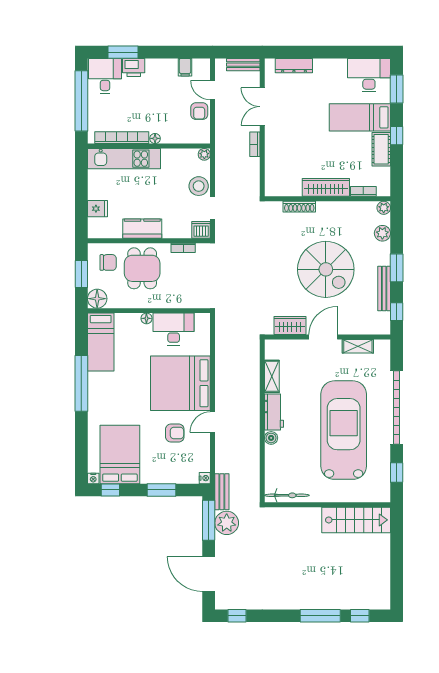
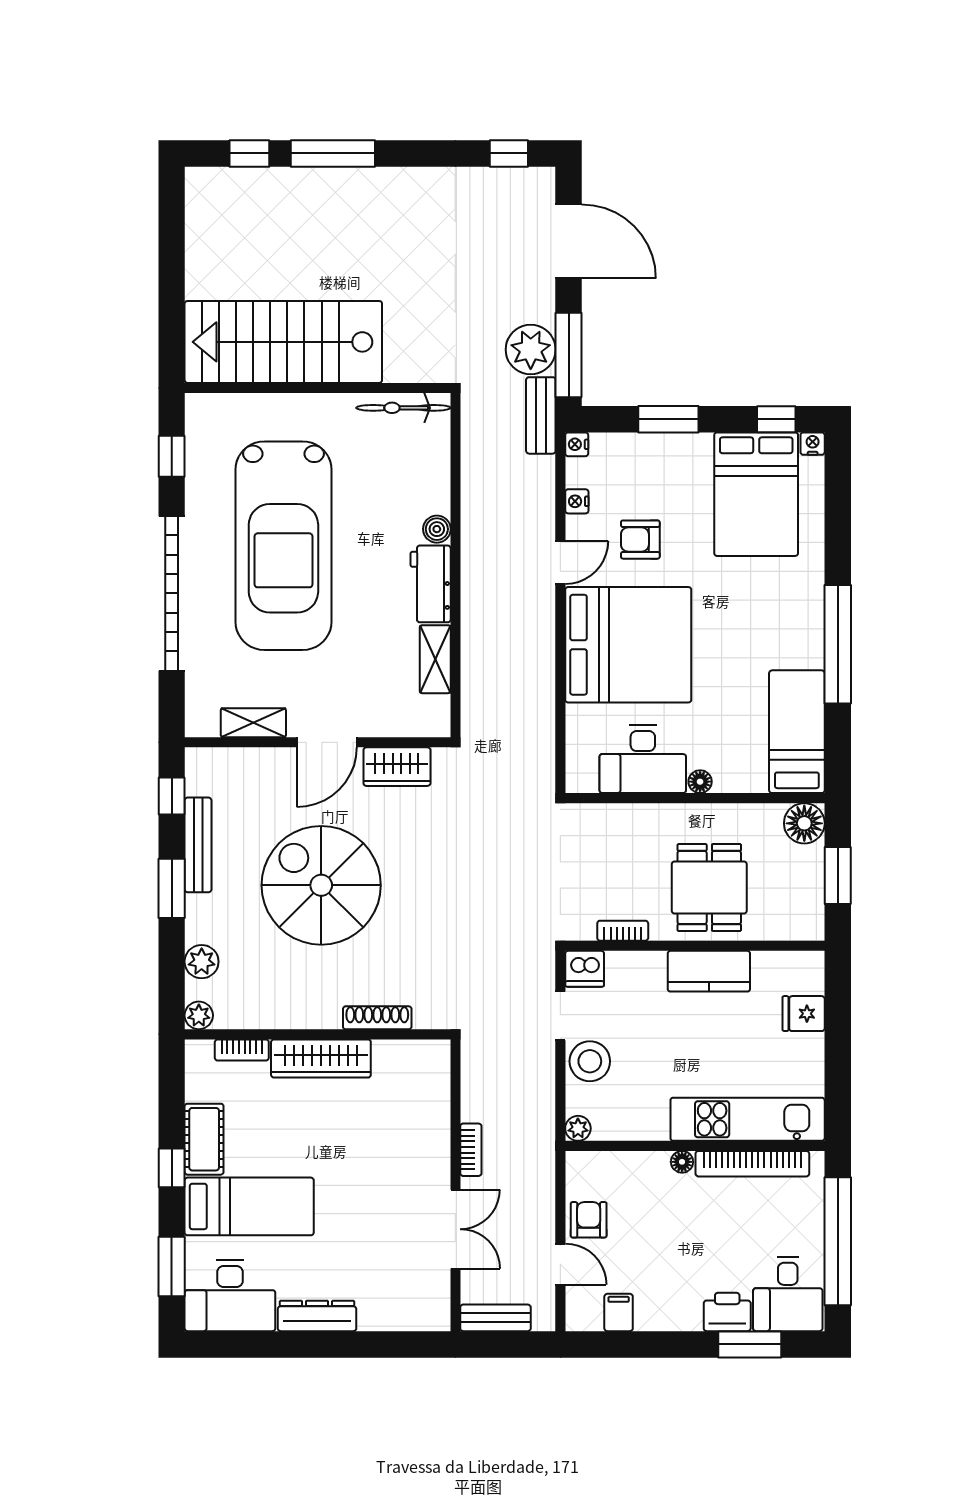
dresser: (294, 66) -> (317, 1316), moved
chair: (108, 262) -> (781, 900), removed
nightstand: (205, 451) -> (577, 501), added
stairs: (356, 520) -> (283, 342), width x1.36, depth x1.51

